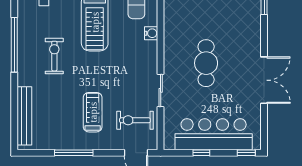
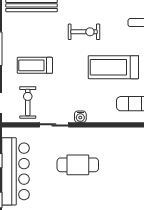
water cooler: (151, 33) -> (80, 117), moved
treadmill: (93, 112) -> (35, 65), turned 180

